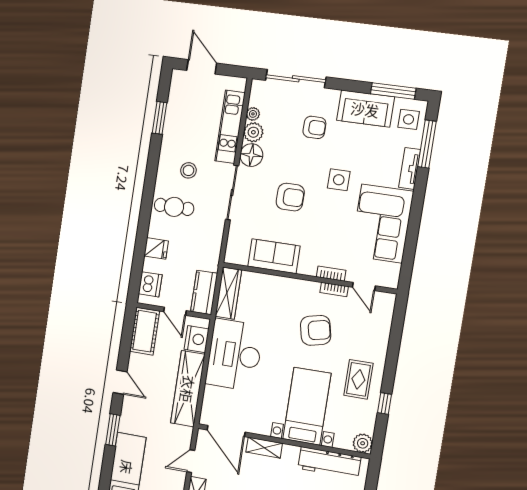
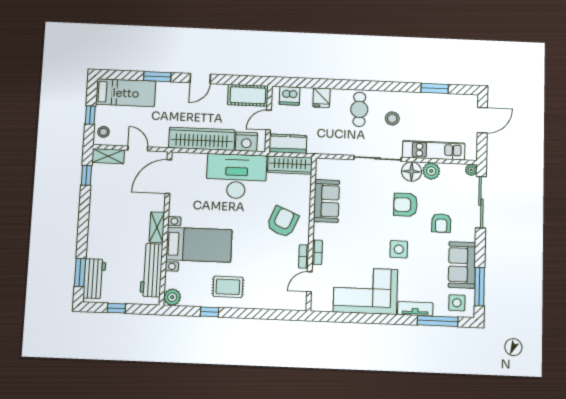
plant: (253, 114) -> (471, 170), moved
armchair: (290, 197) -> (406, 205), moved, turned 90
armchair: (316, 330) -> (283, 222), moved, turned -144
shelving: (264, 448) -> (157, 227), moved

